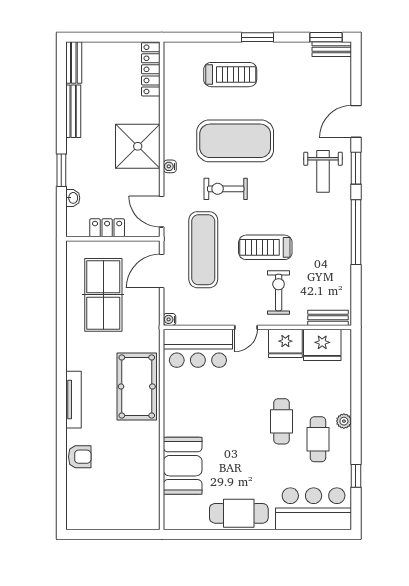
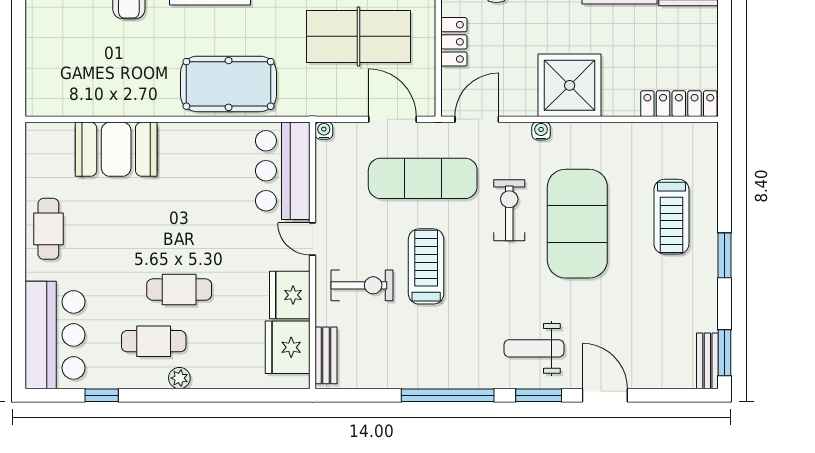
cafe table: (239, 513) -> (48, 229), width x0.73, depth x0.74

